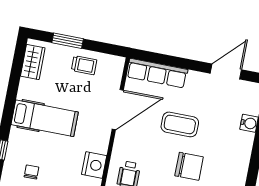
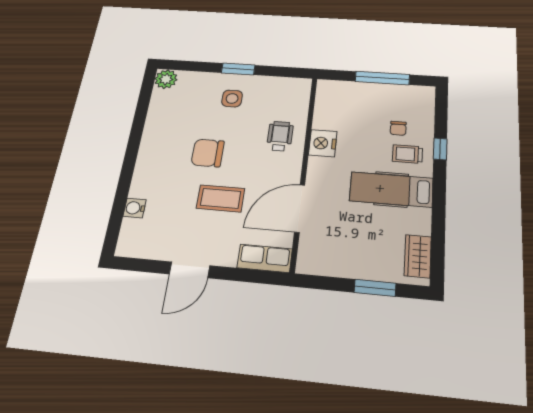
trolley: (84, 65) -> (407, 154), moved
door: (226, 72) -> (190, 270), moved
row of seats: (157, 73) -> (265, 258), width x0.68

